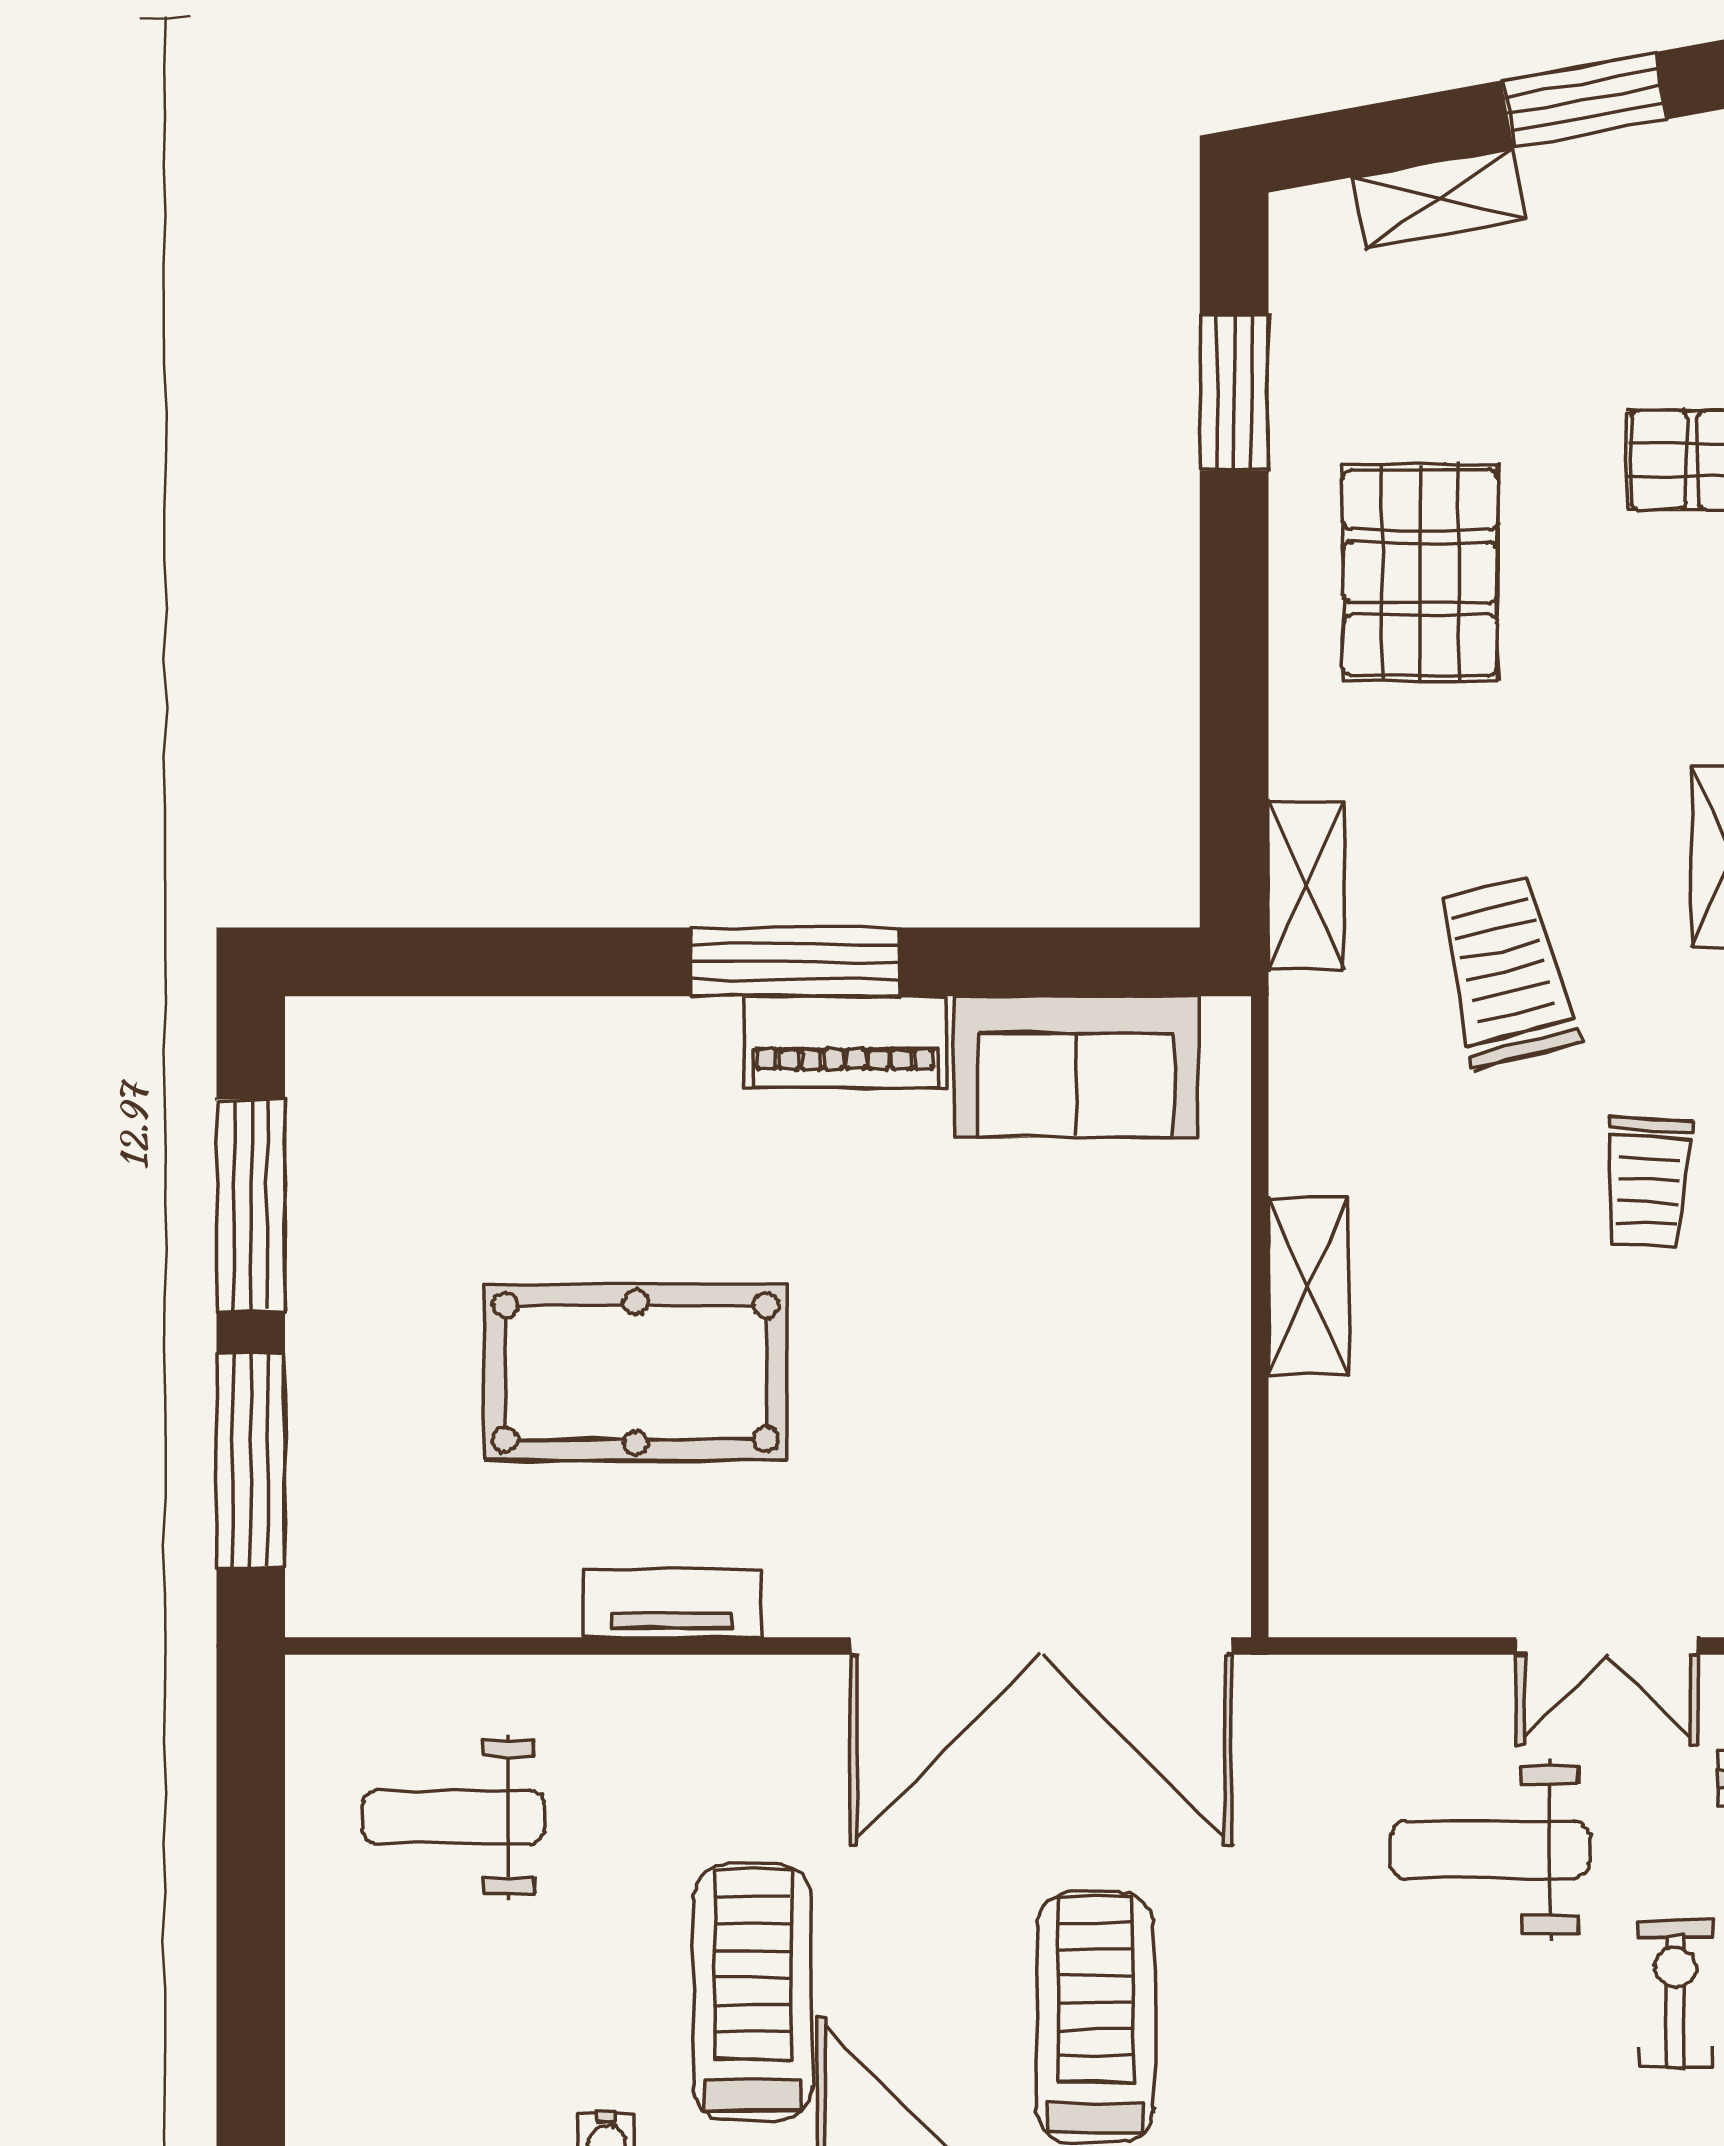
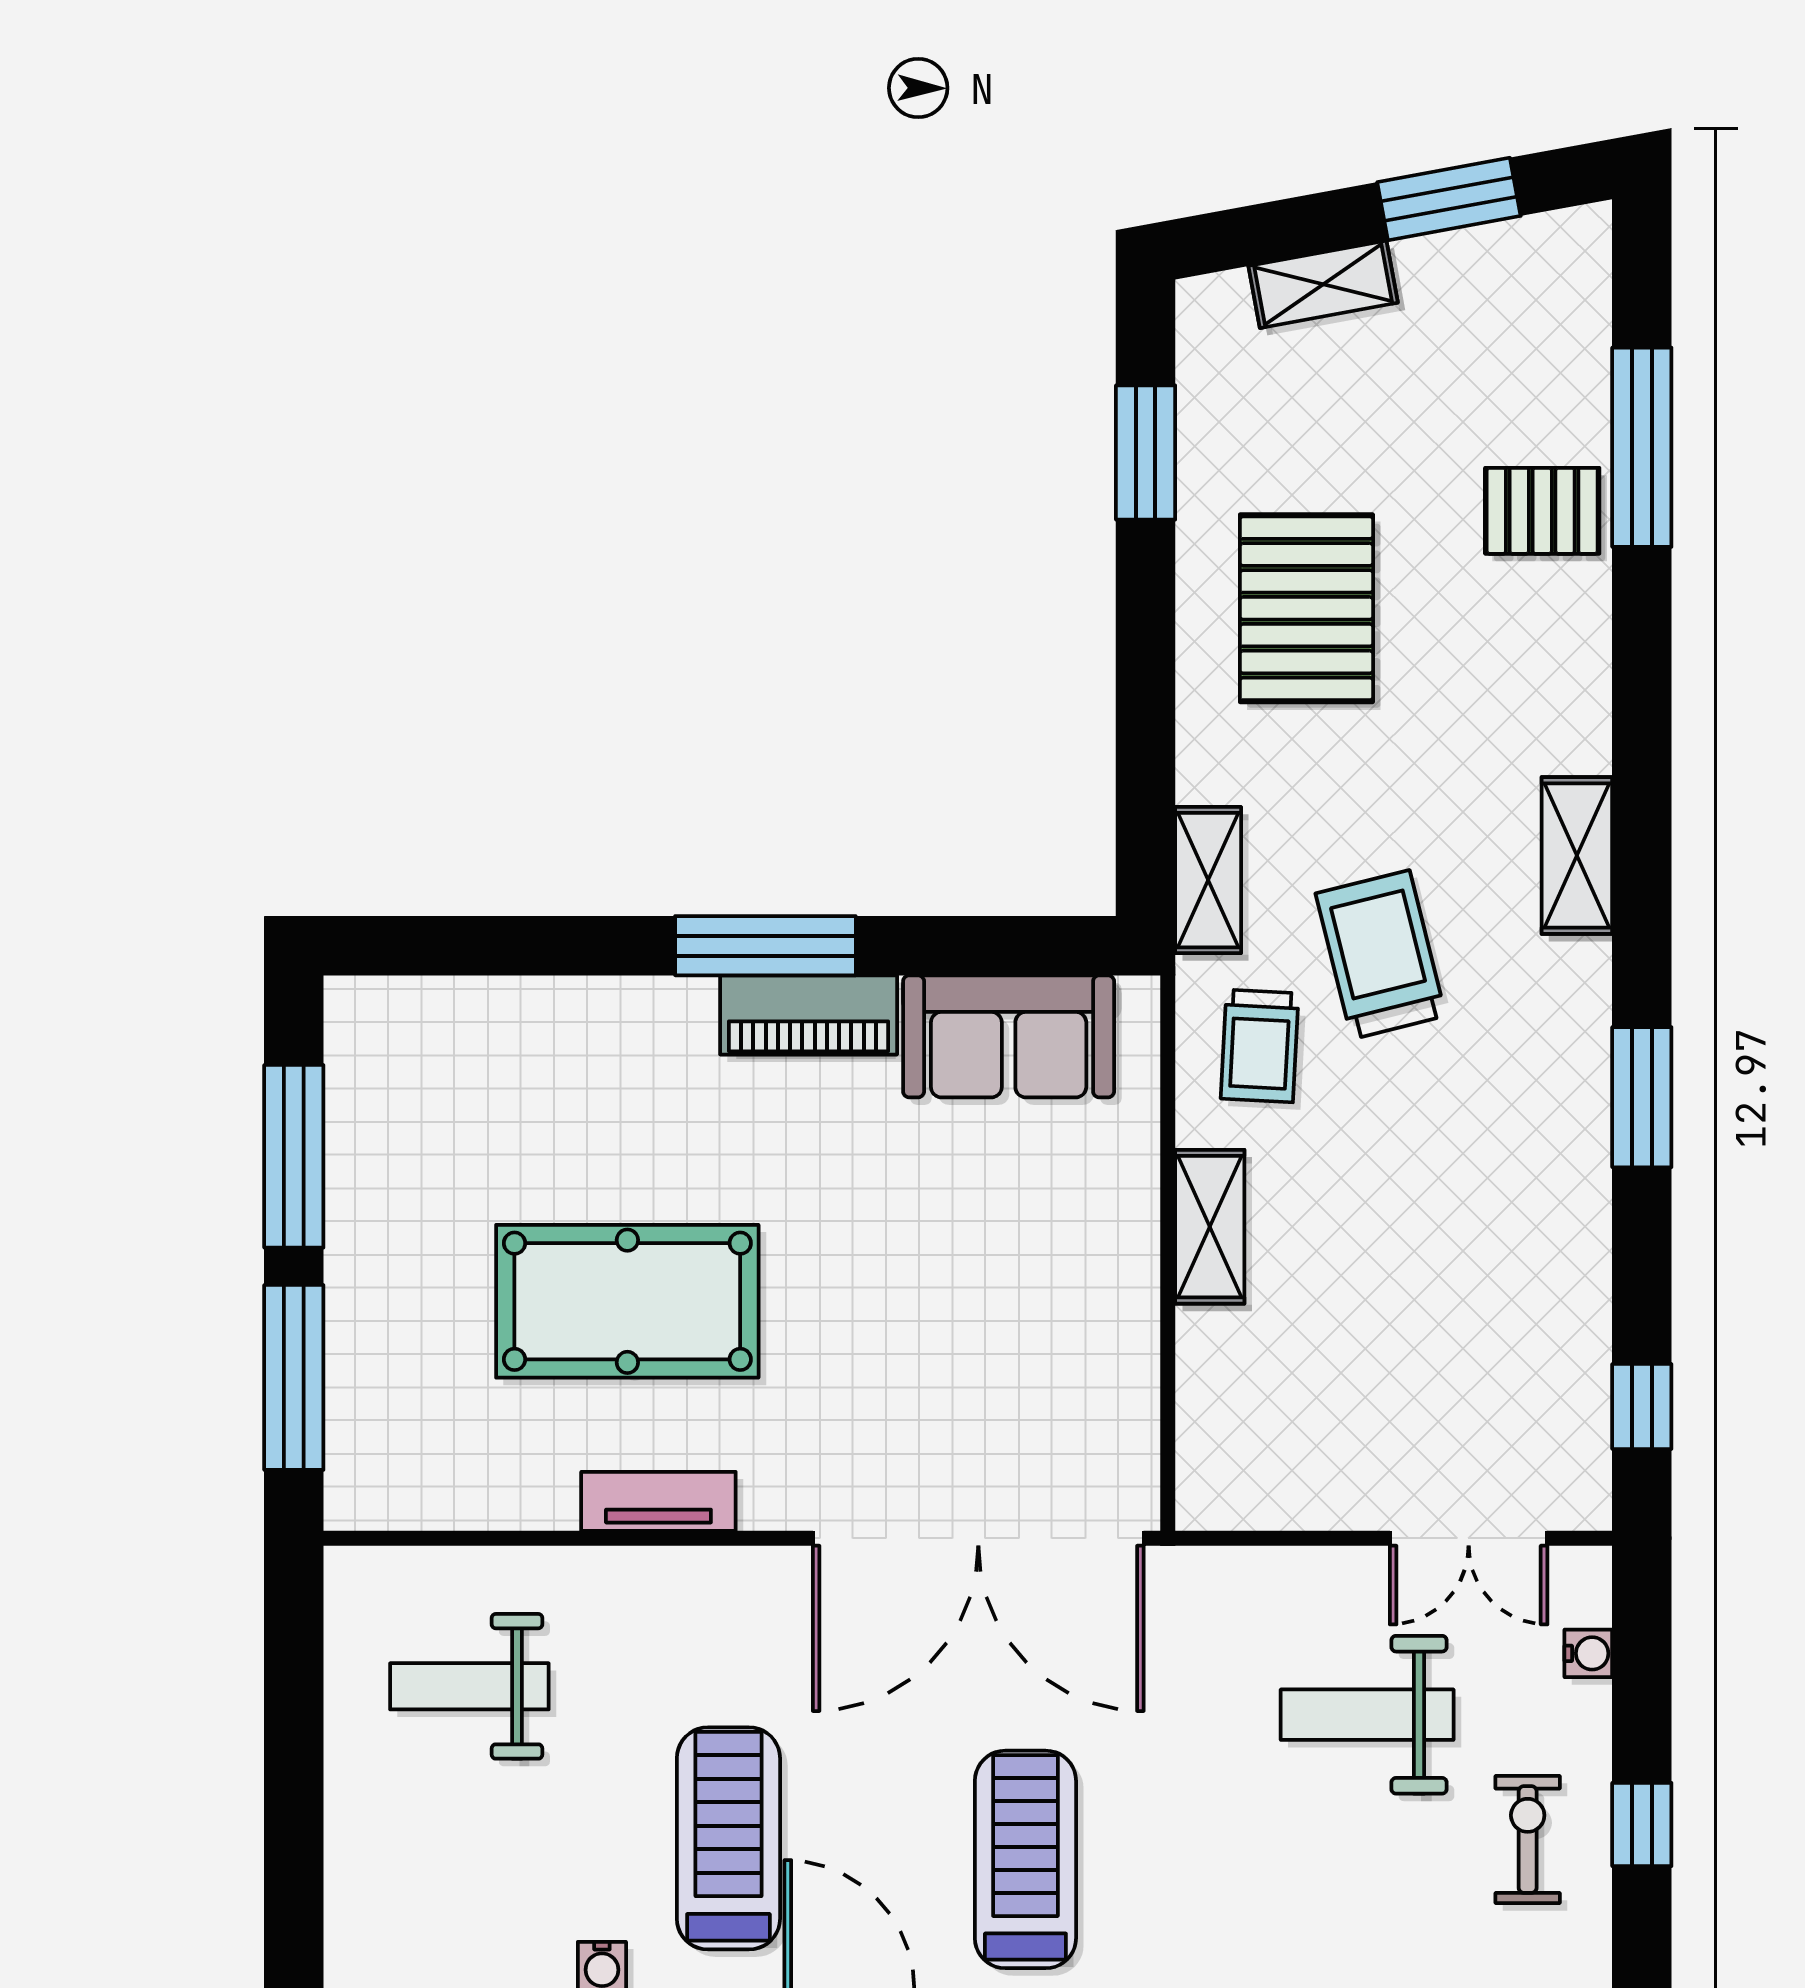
trolley: (1648, 1182) -> (1260, 1046), moved

